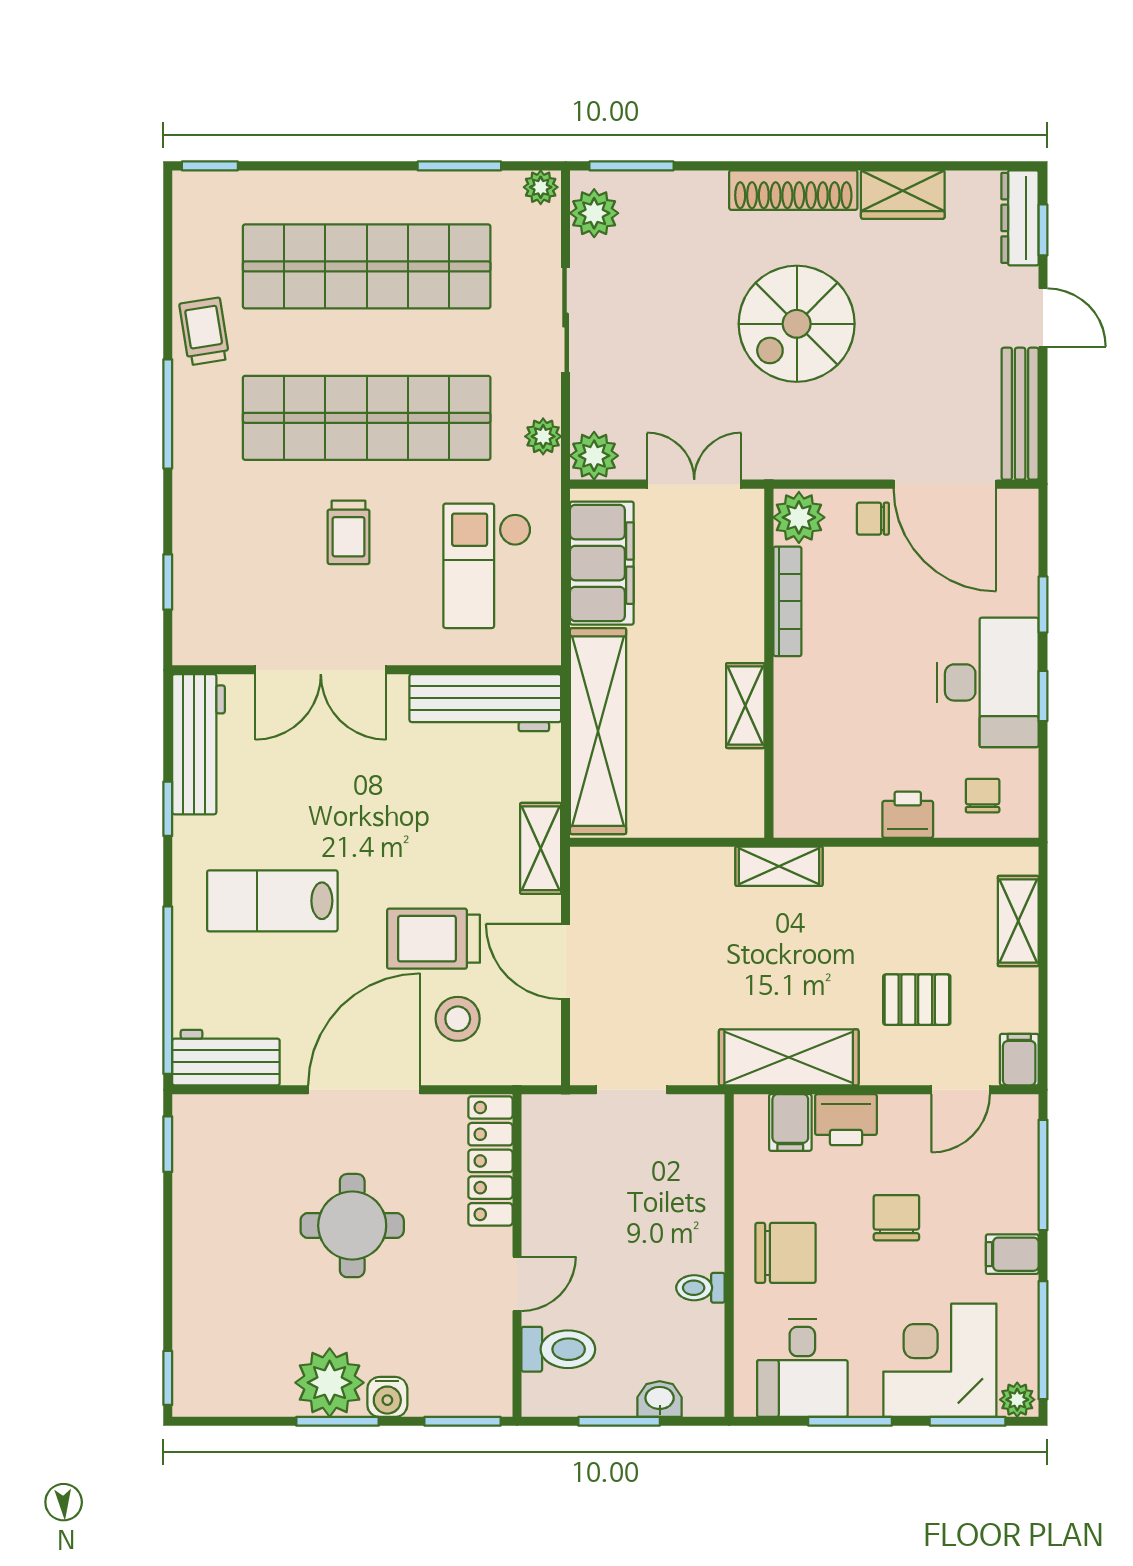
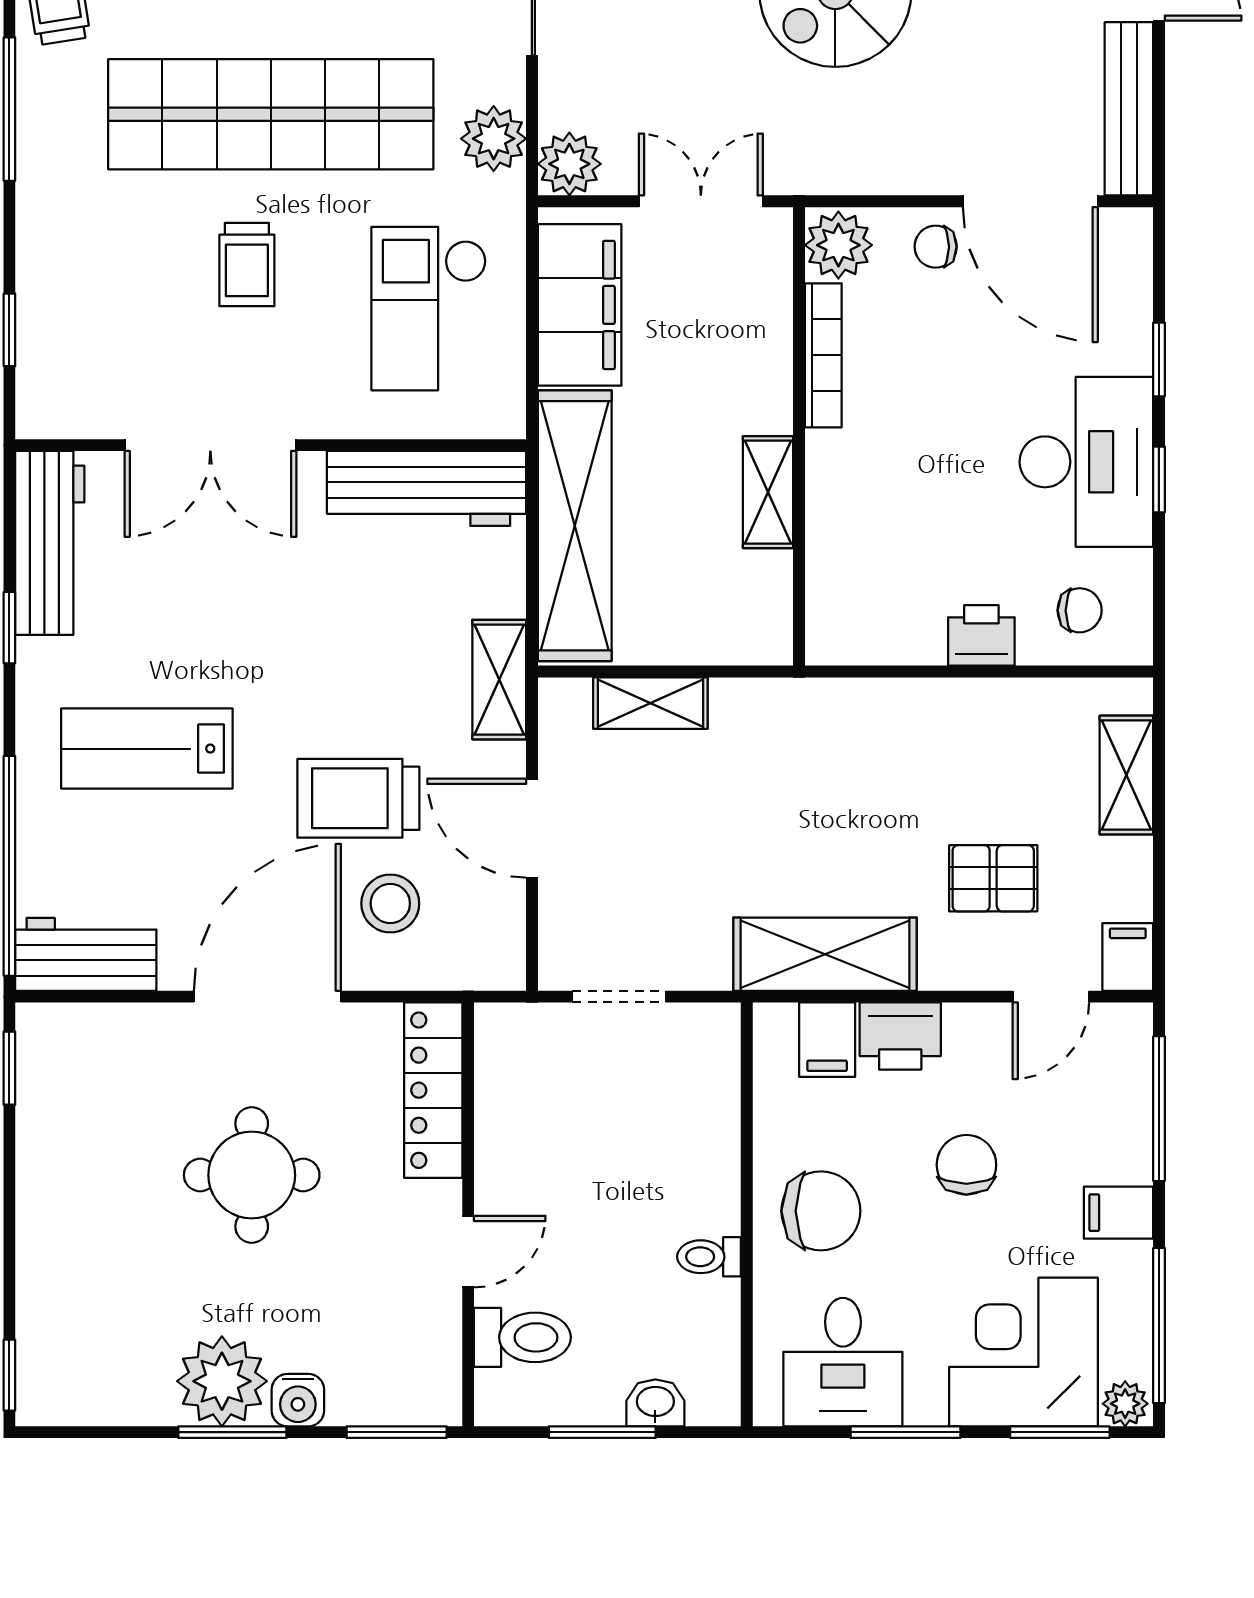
plant: (543, 436) -> (494, 139), width x1.38, depth x1.38
chair: (983, 796) -> (1080, 610), turned 90
shelving: (779, 866) -> (650, 703), moved

